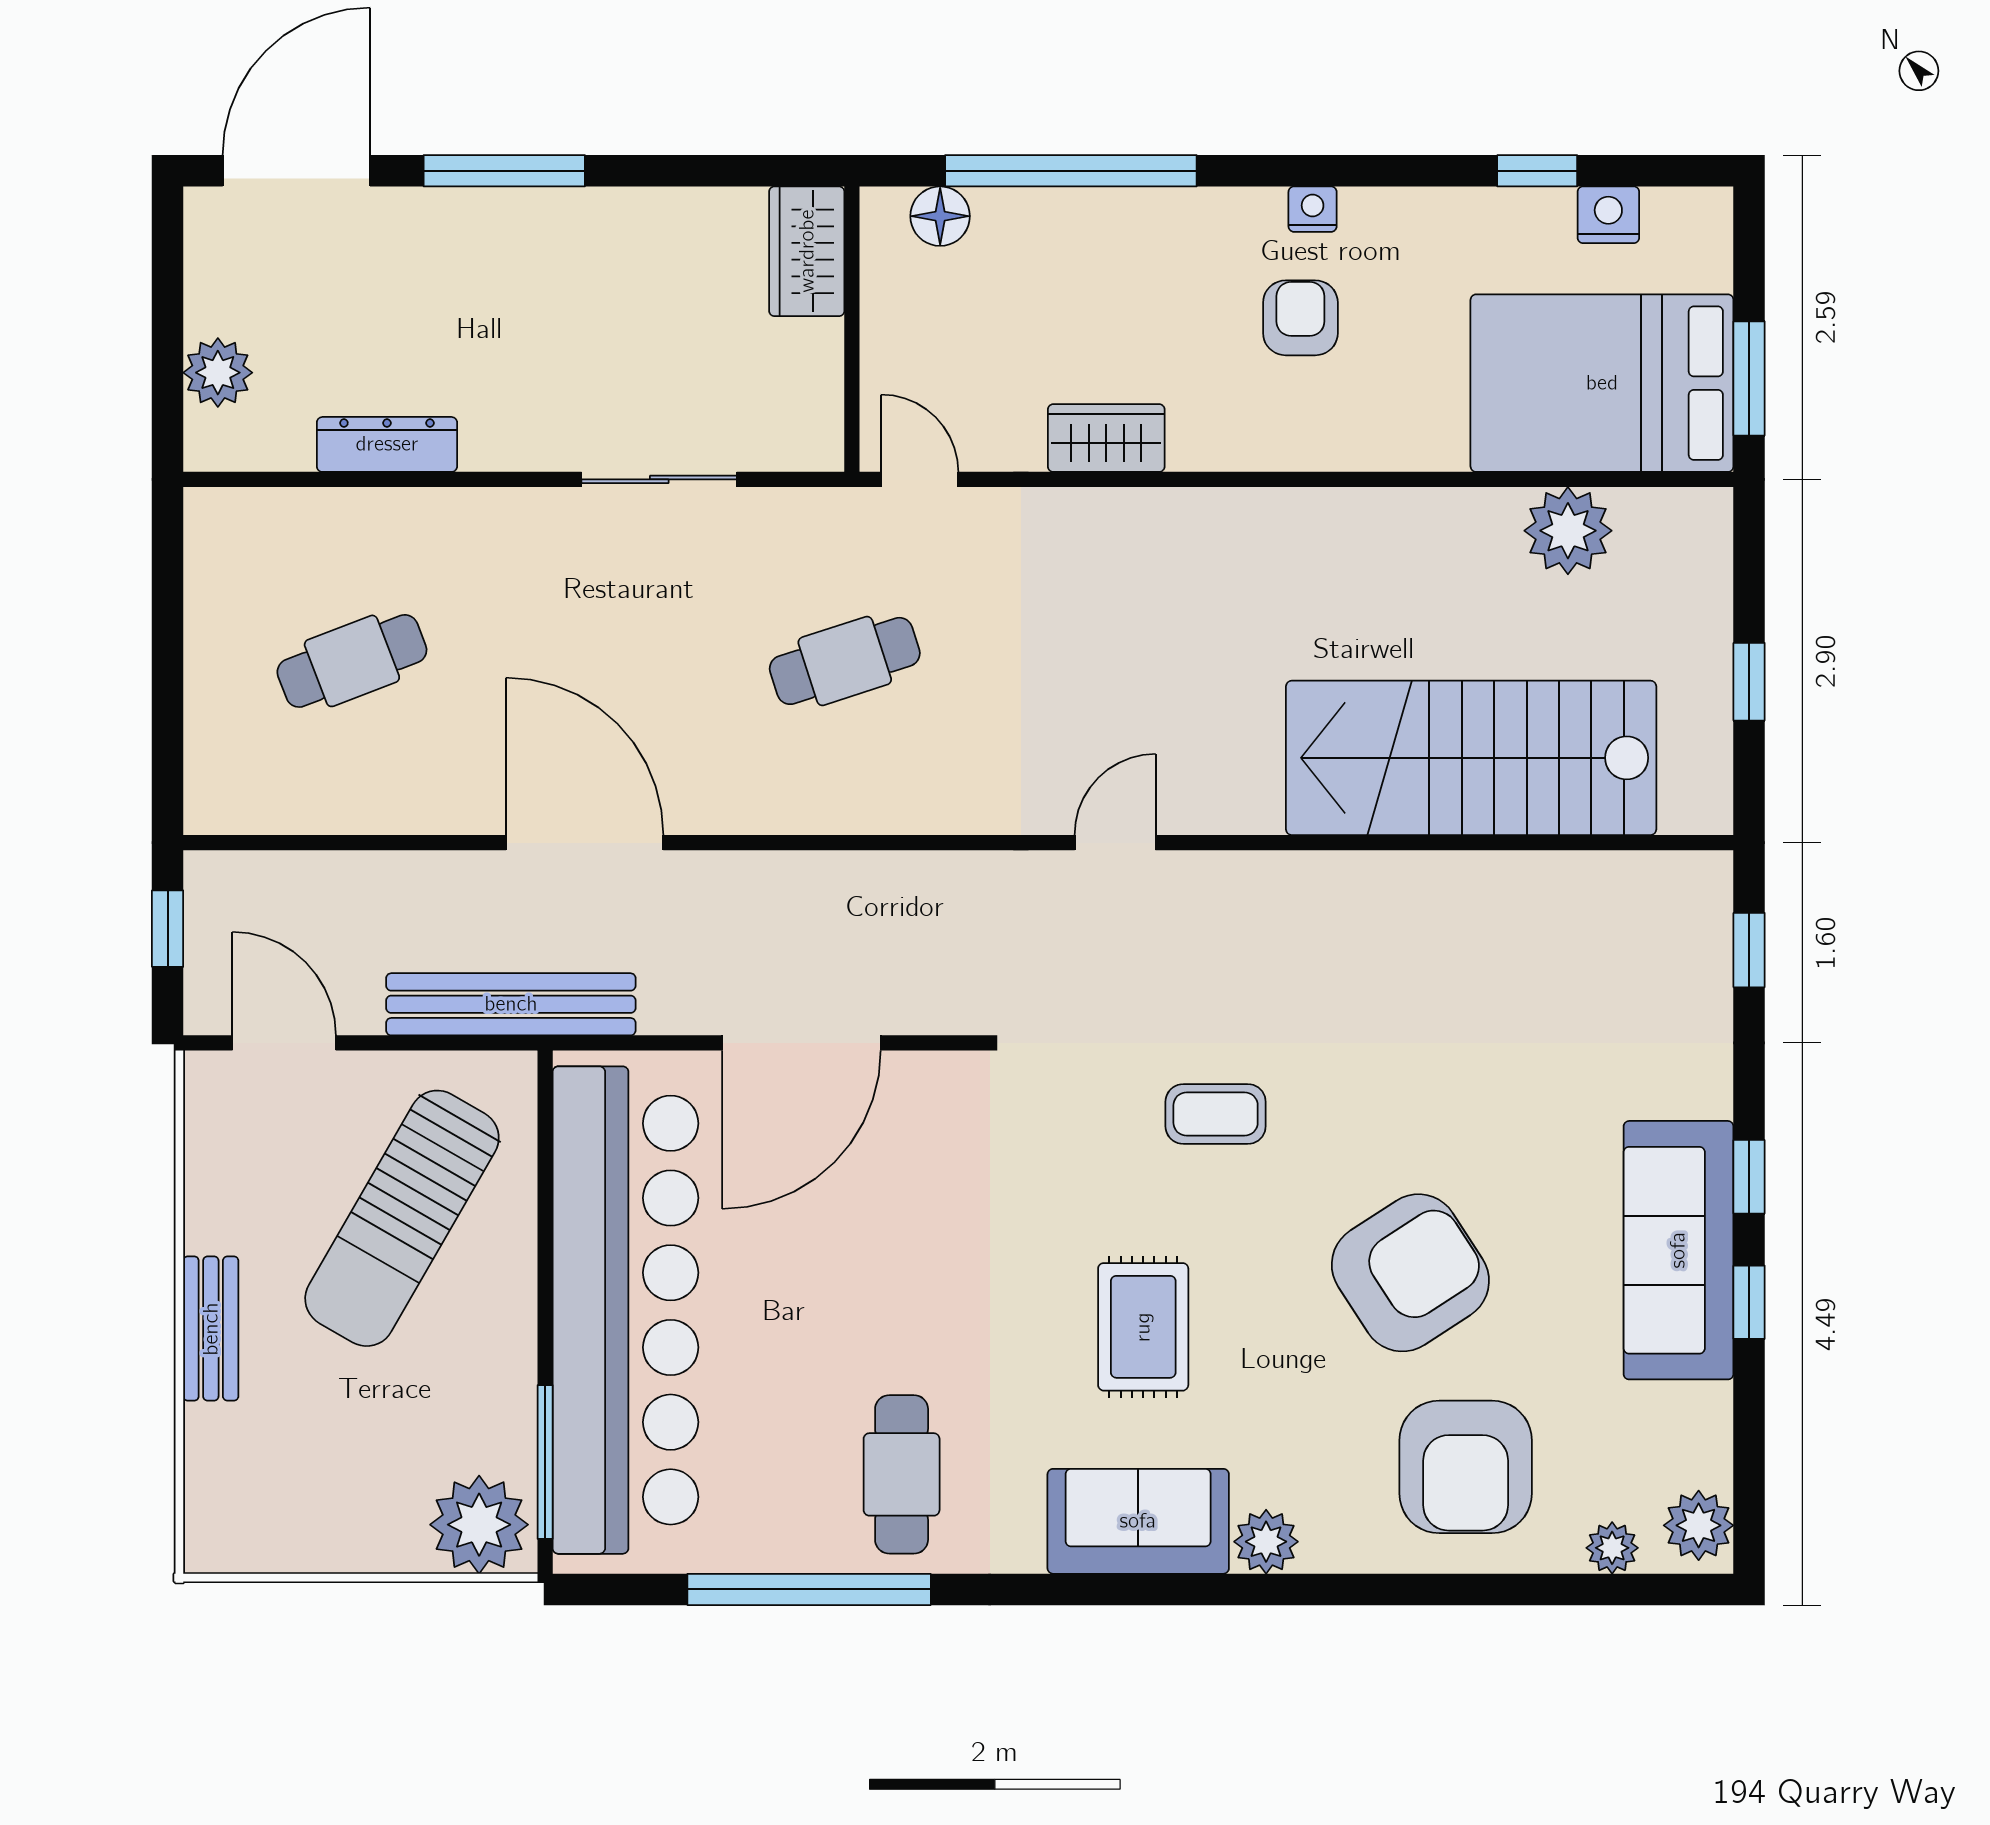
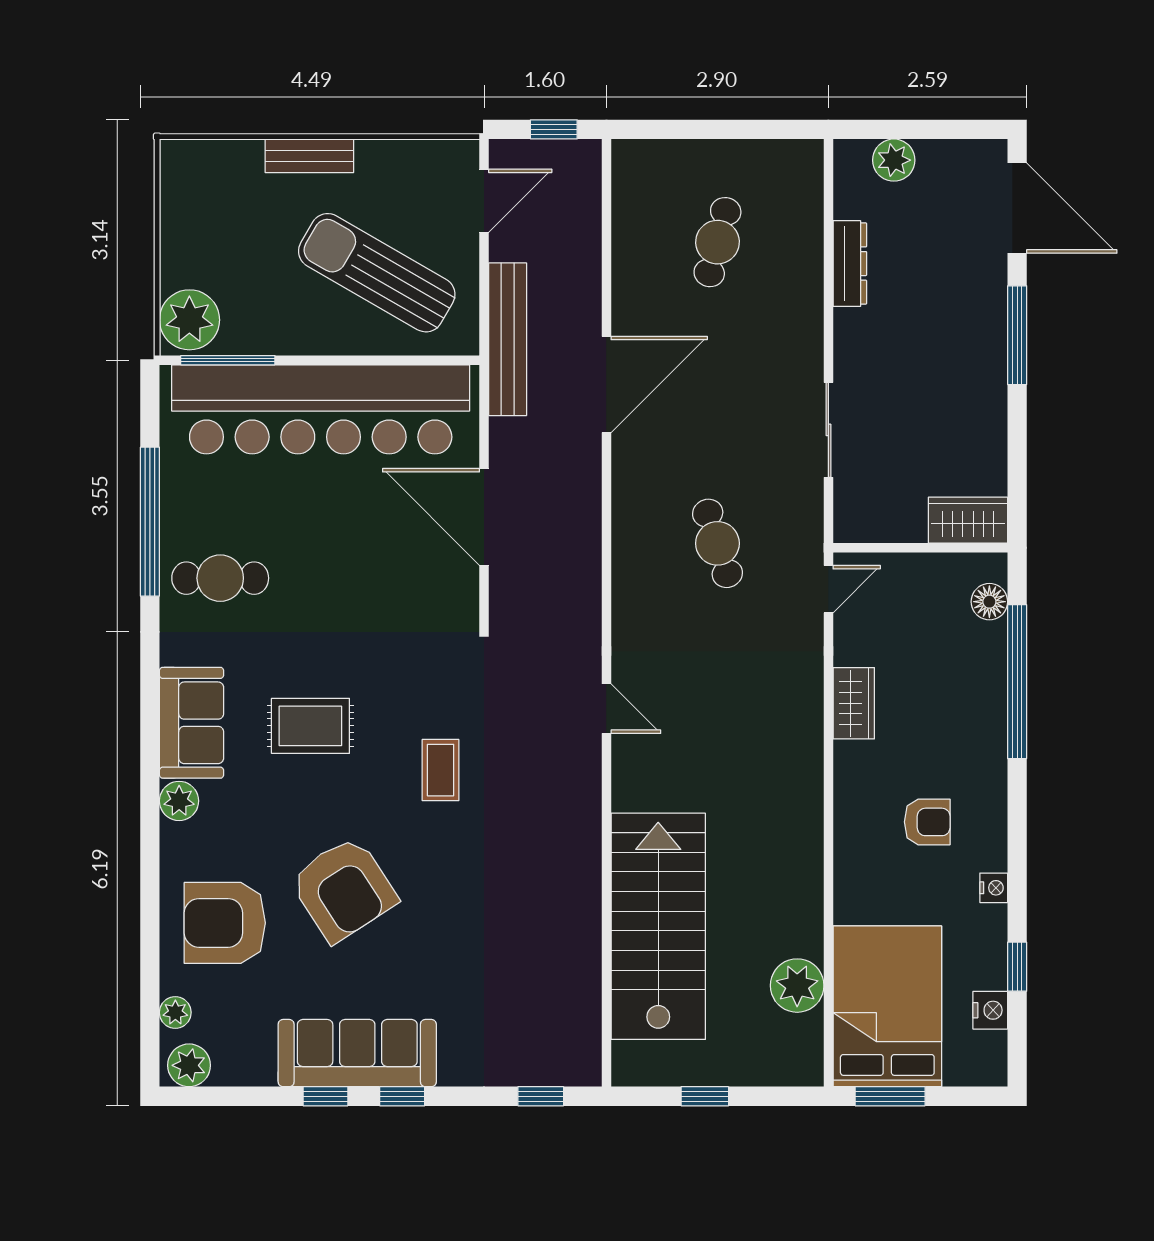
nightstand: (1313, 209) -> (994, 888), moved
cafe table: (352, 661) -> (717, 242), turned 36

